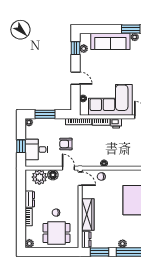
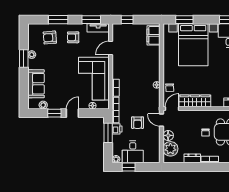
sofa: (110, 41) -> (36, 84), width x0.73
window: (75, 48) -> (54, 113), moved
window: (45, 114) -> (108, 133), moved
printer: (116, 123) -> (117, 129), moved
window: (21, 146) -> (129, 167), moved
desk: (36, 149) -> (133, 152), moved
door: (68, 168) -> (162, 120), hinge flipped
wardrobe: (88, 215) -> (195, 101), moved

